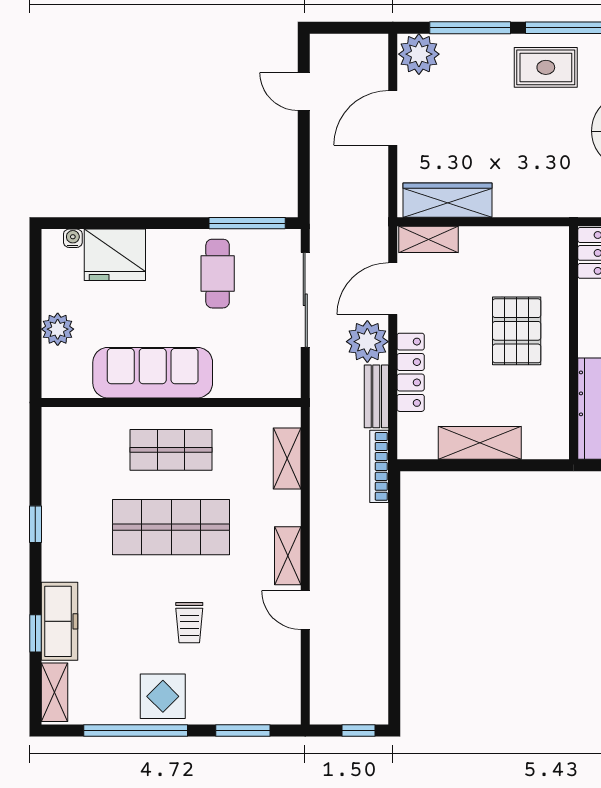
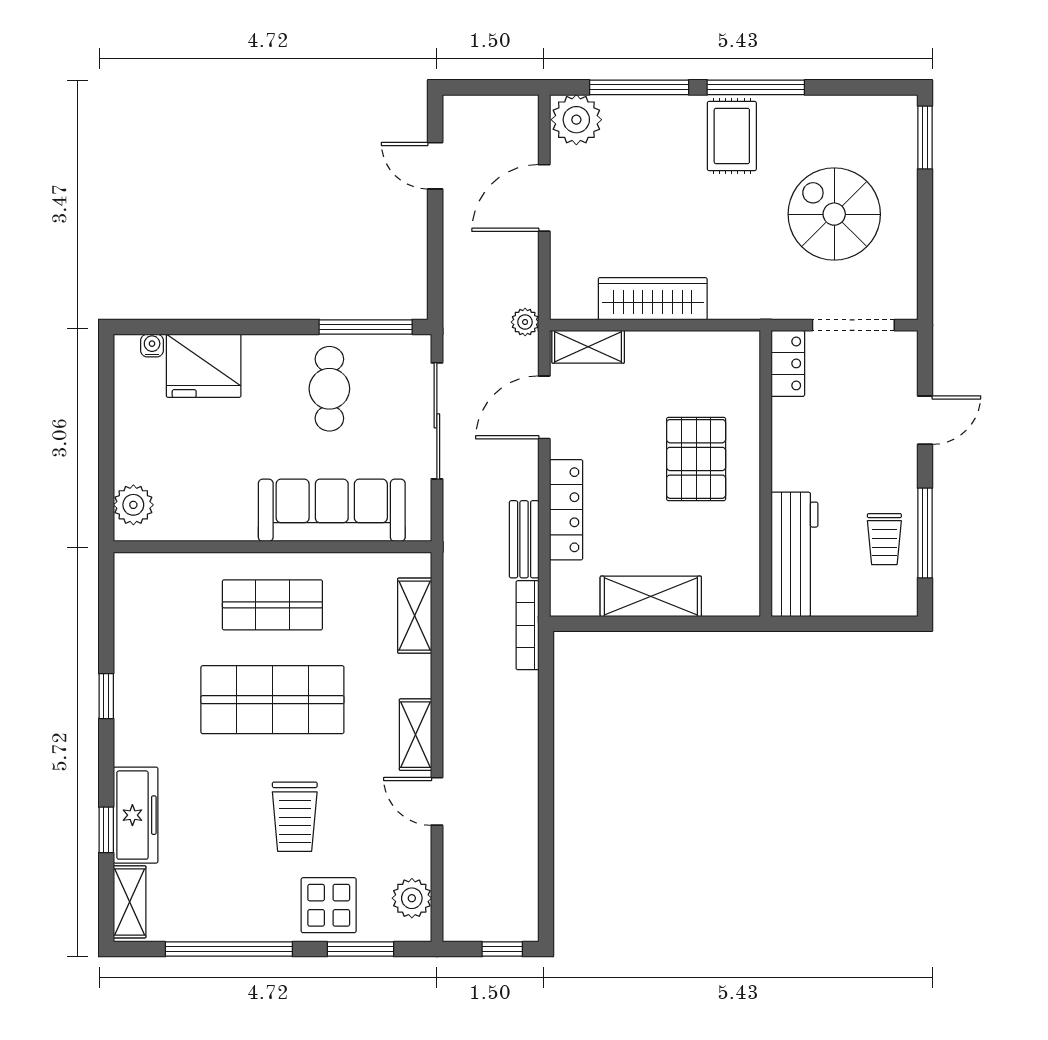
rug: (546, 67) -> (732, 136), turned 90
wardrobe: (448, 200) -> (653, 299), moved
plant: (58, 329) -> (133, 505), moved
plant: (367, 342) -> (525, 322), moved, width x0.53, depth x0.53
sofa: (153, 373) -> (332, 510), moved
trolley: (189, 623) -> (295, 817), width x1.36, depth x1.39
plant: (285, 689) -> (412, 898), added
display table: (163, 696) -> (329, 905), moved

